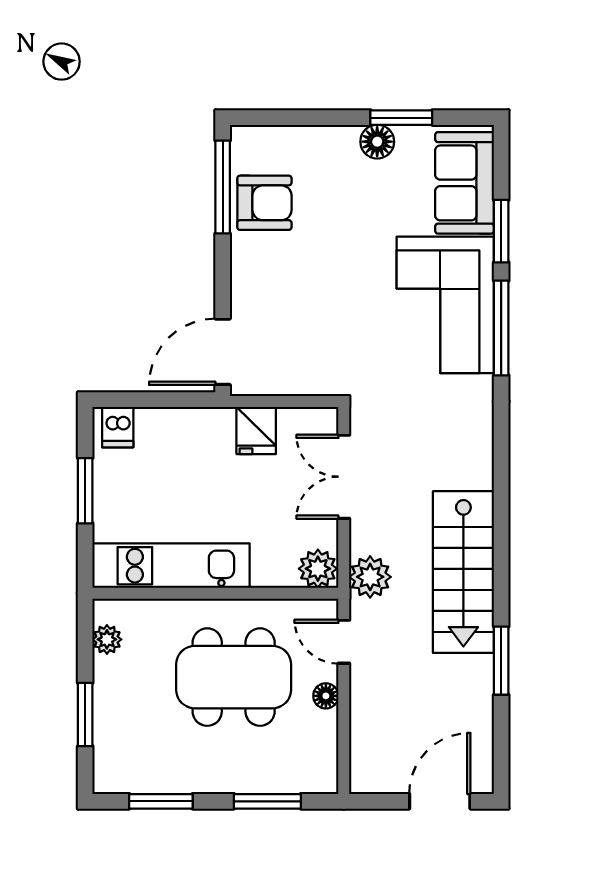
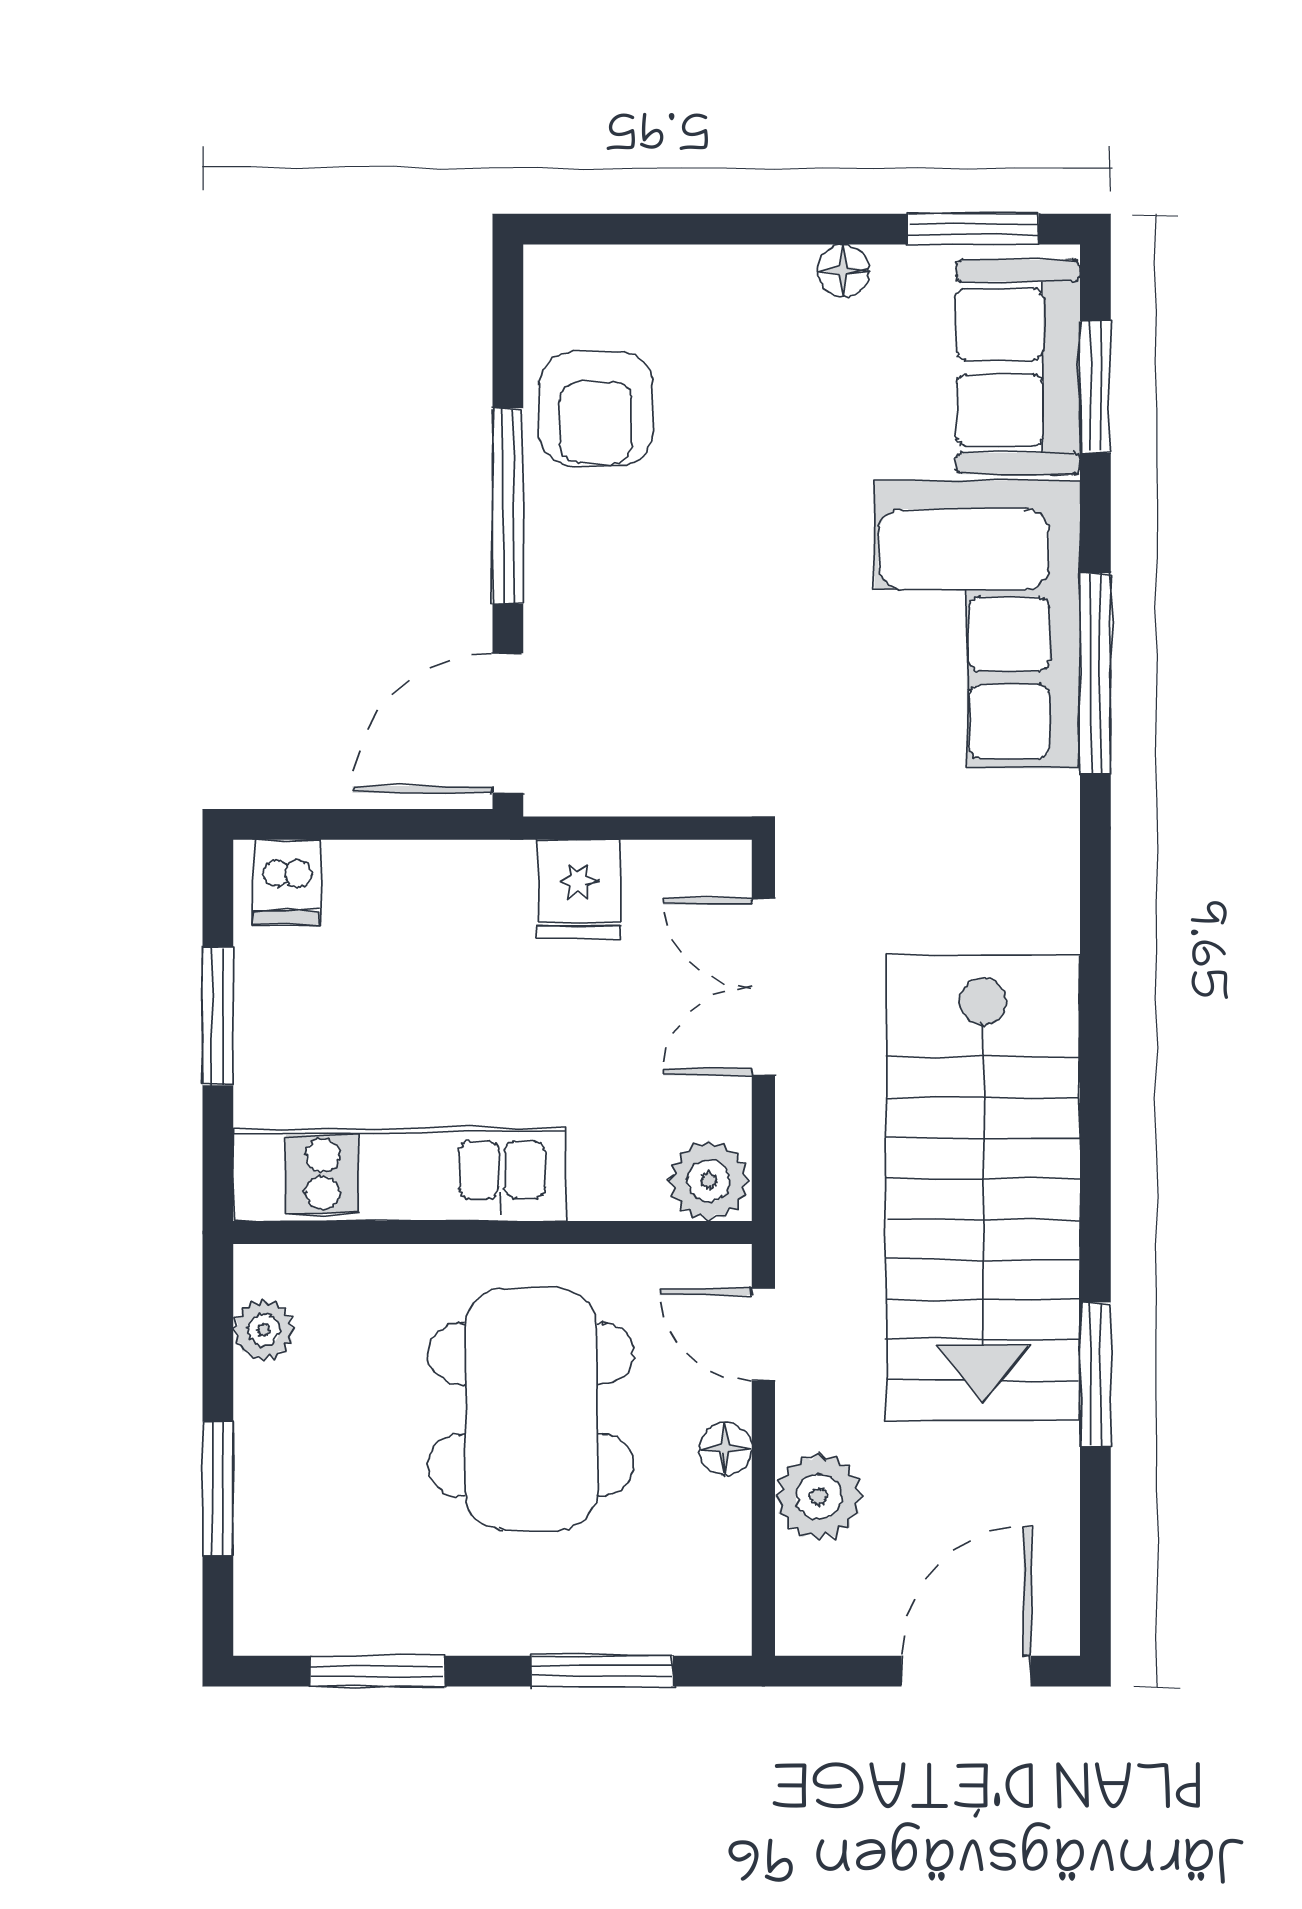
window: (401, 118) -> (973, 229), moved
floor lamp: (377, 142) -> (843, 270), width x0.73, depth x0.73
window: (223, 187) -> (508, 506), moved
armchair: (264, 203) -> (596, 409), turned 90
window: (501, 231) -> (1095, 387), moved
stairs: (463, 572) -> (983, 1188), width x1.36, depth x1.51
plant: (370, 577) -> (819, 1497), moved
dining table: (234, 677) -> (531, 1409), turned 90

